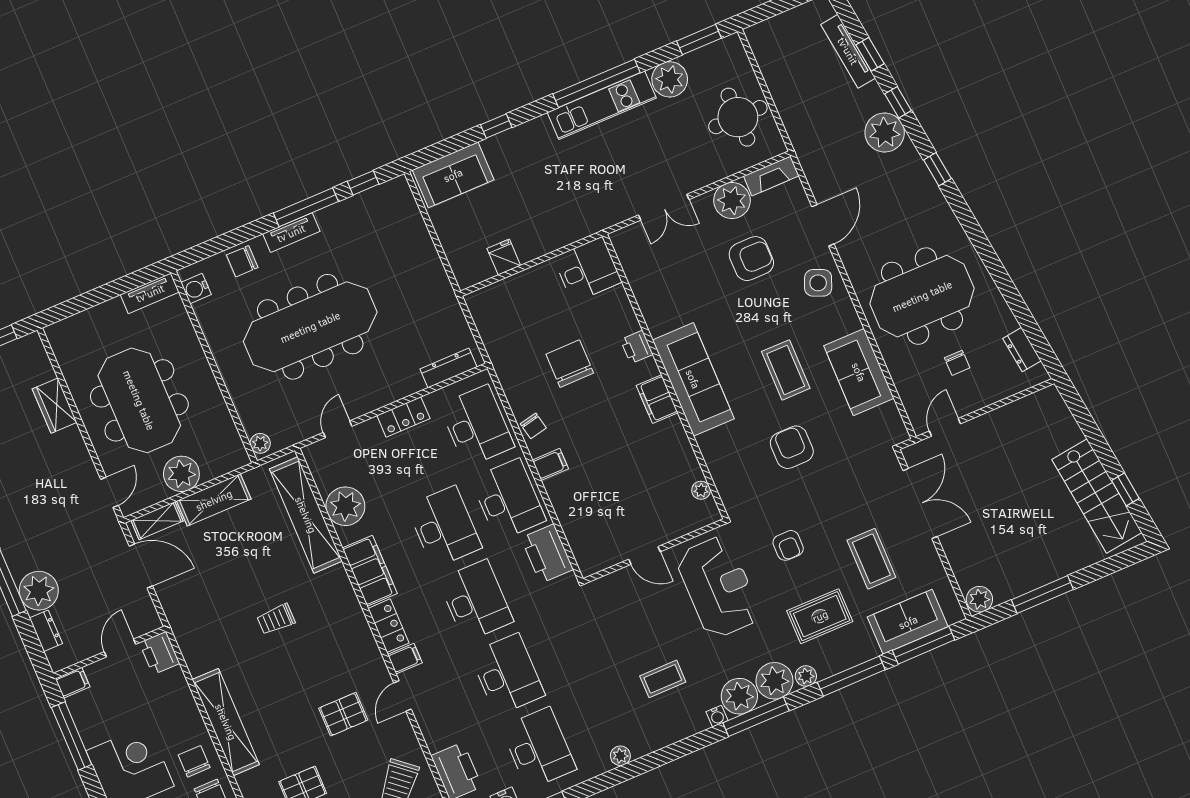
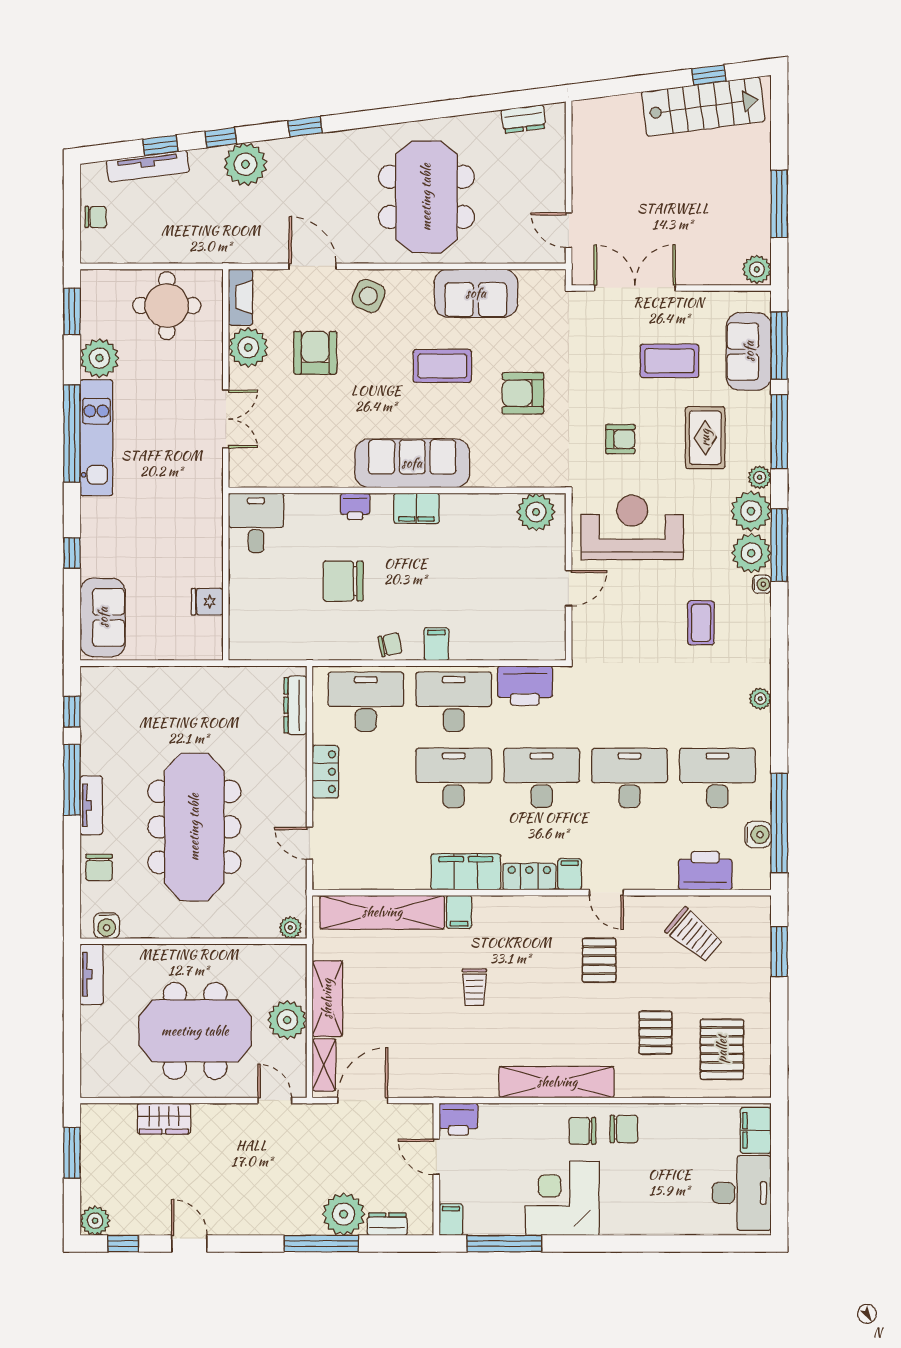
chair: (957, 363) -> (96, 217), moved
plant: (701, 490) -> (536, 512), width x1.88, depth x1.88
plant: (345, 506) -> (390, 869), removed
filing cabinet: (334, 579) -> (459, 912), added

